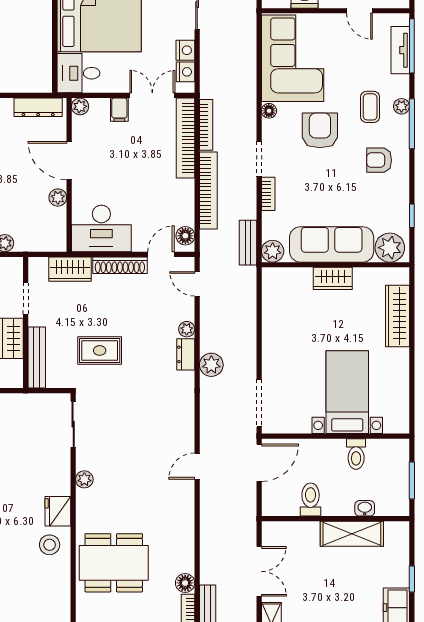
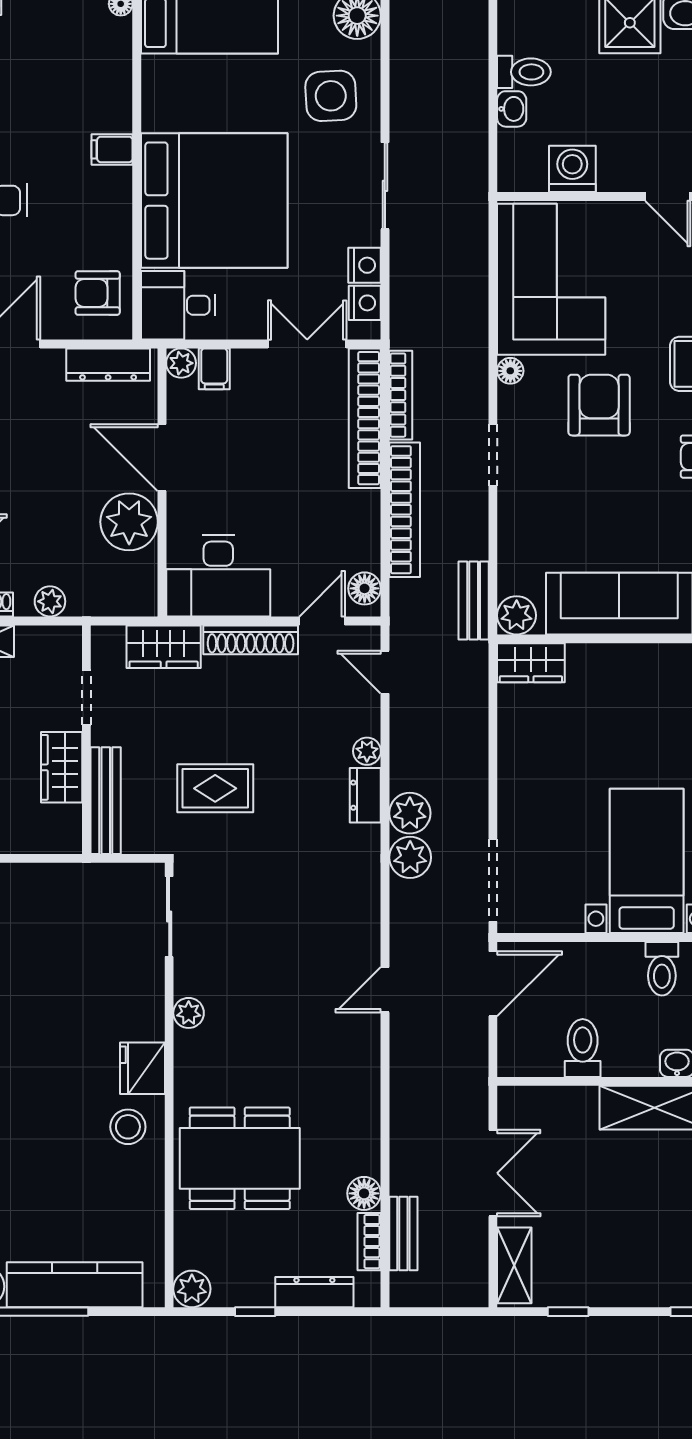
armchair: (32, 66) -> (98, 293), added
filing cabinet: (119, 110) -> (214, 369), moved
bookcase: (268, 194) -> (509, 515), removed
plant: (58, 198) -> (129, 522), width x1.88, depth x1.88
wardrobe: (333, 278) -> (531, 663), moved
plant: (211, 390) -> (410, 857), added

